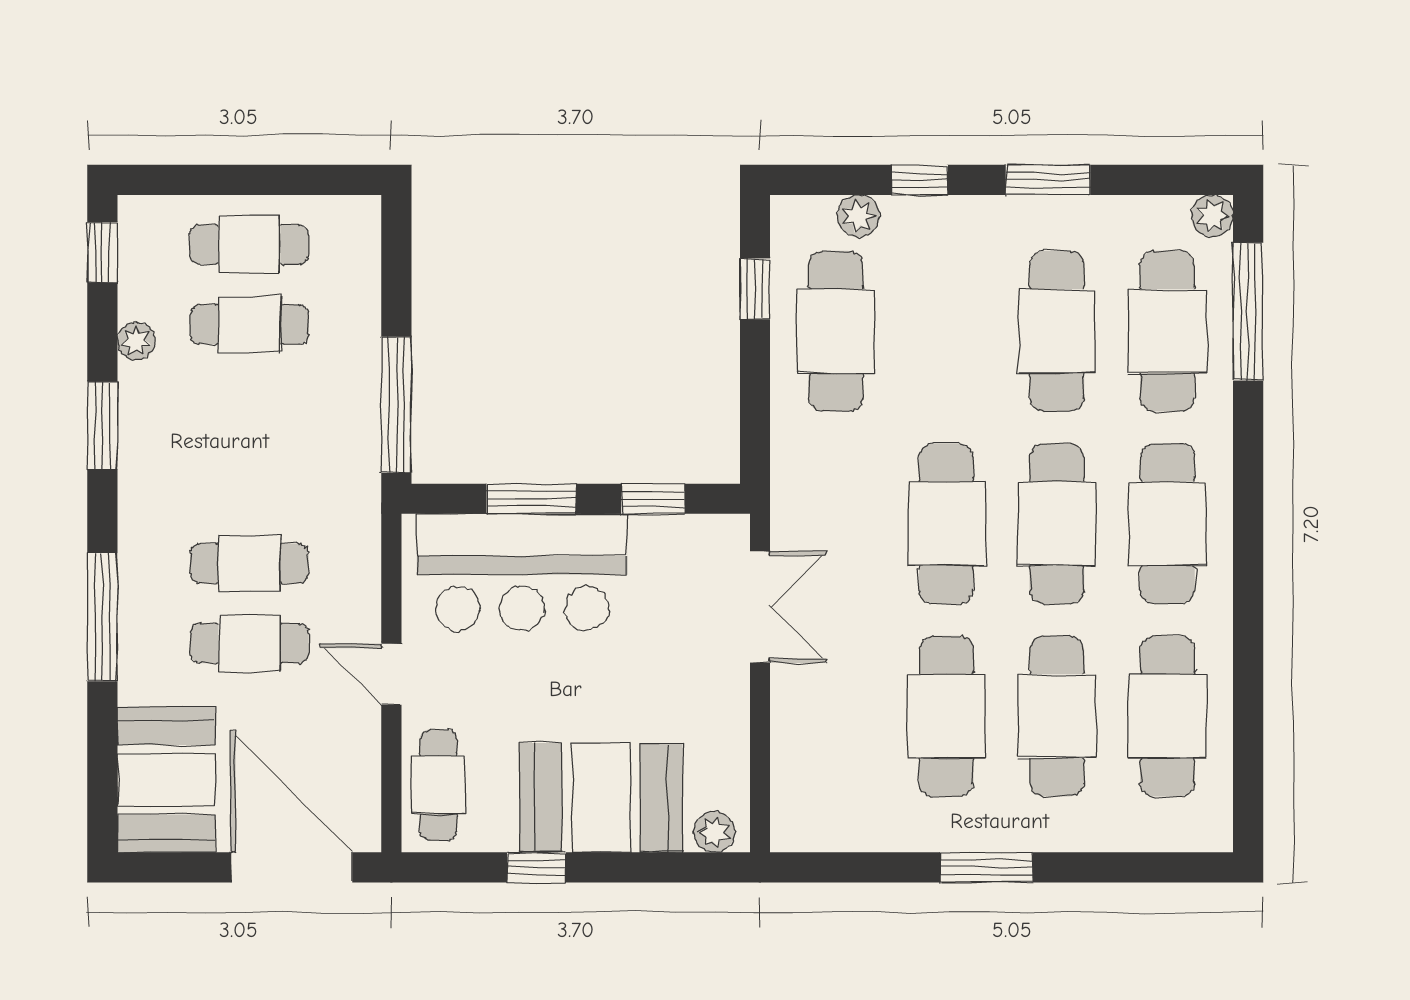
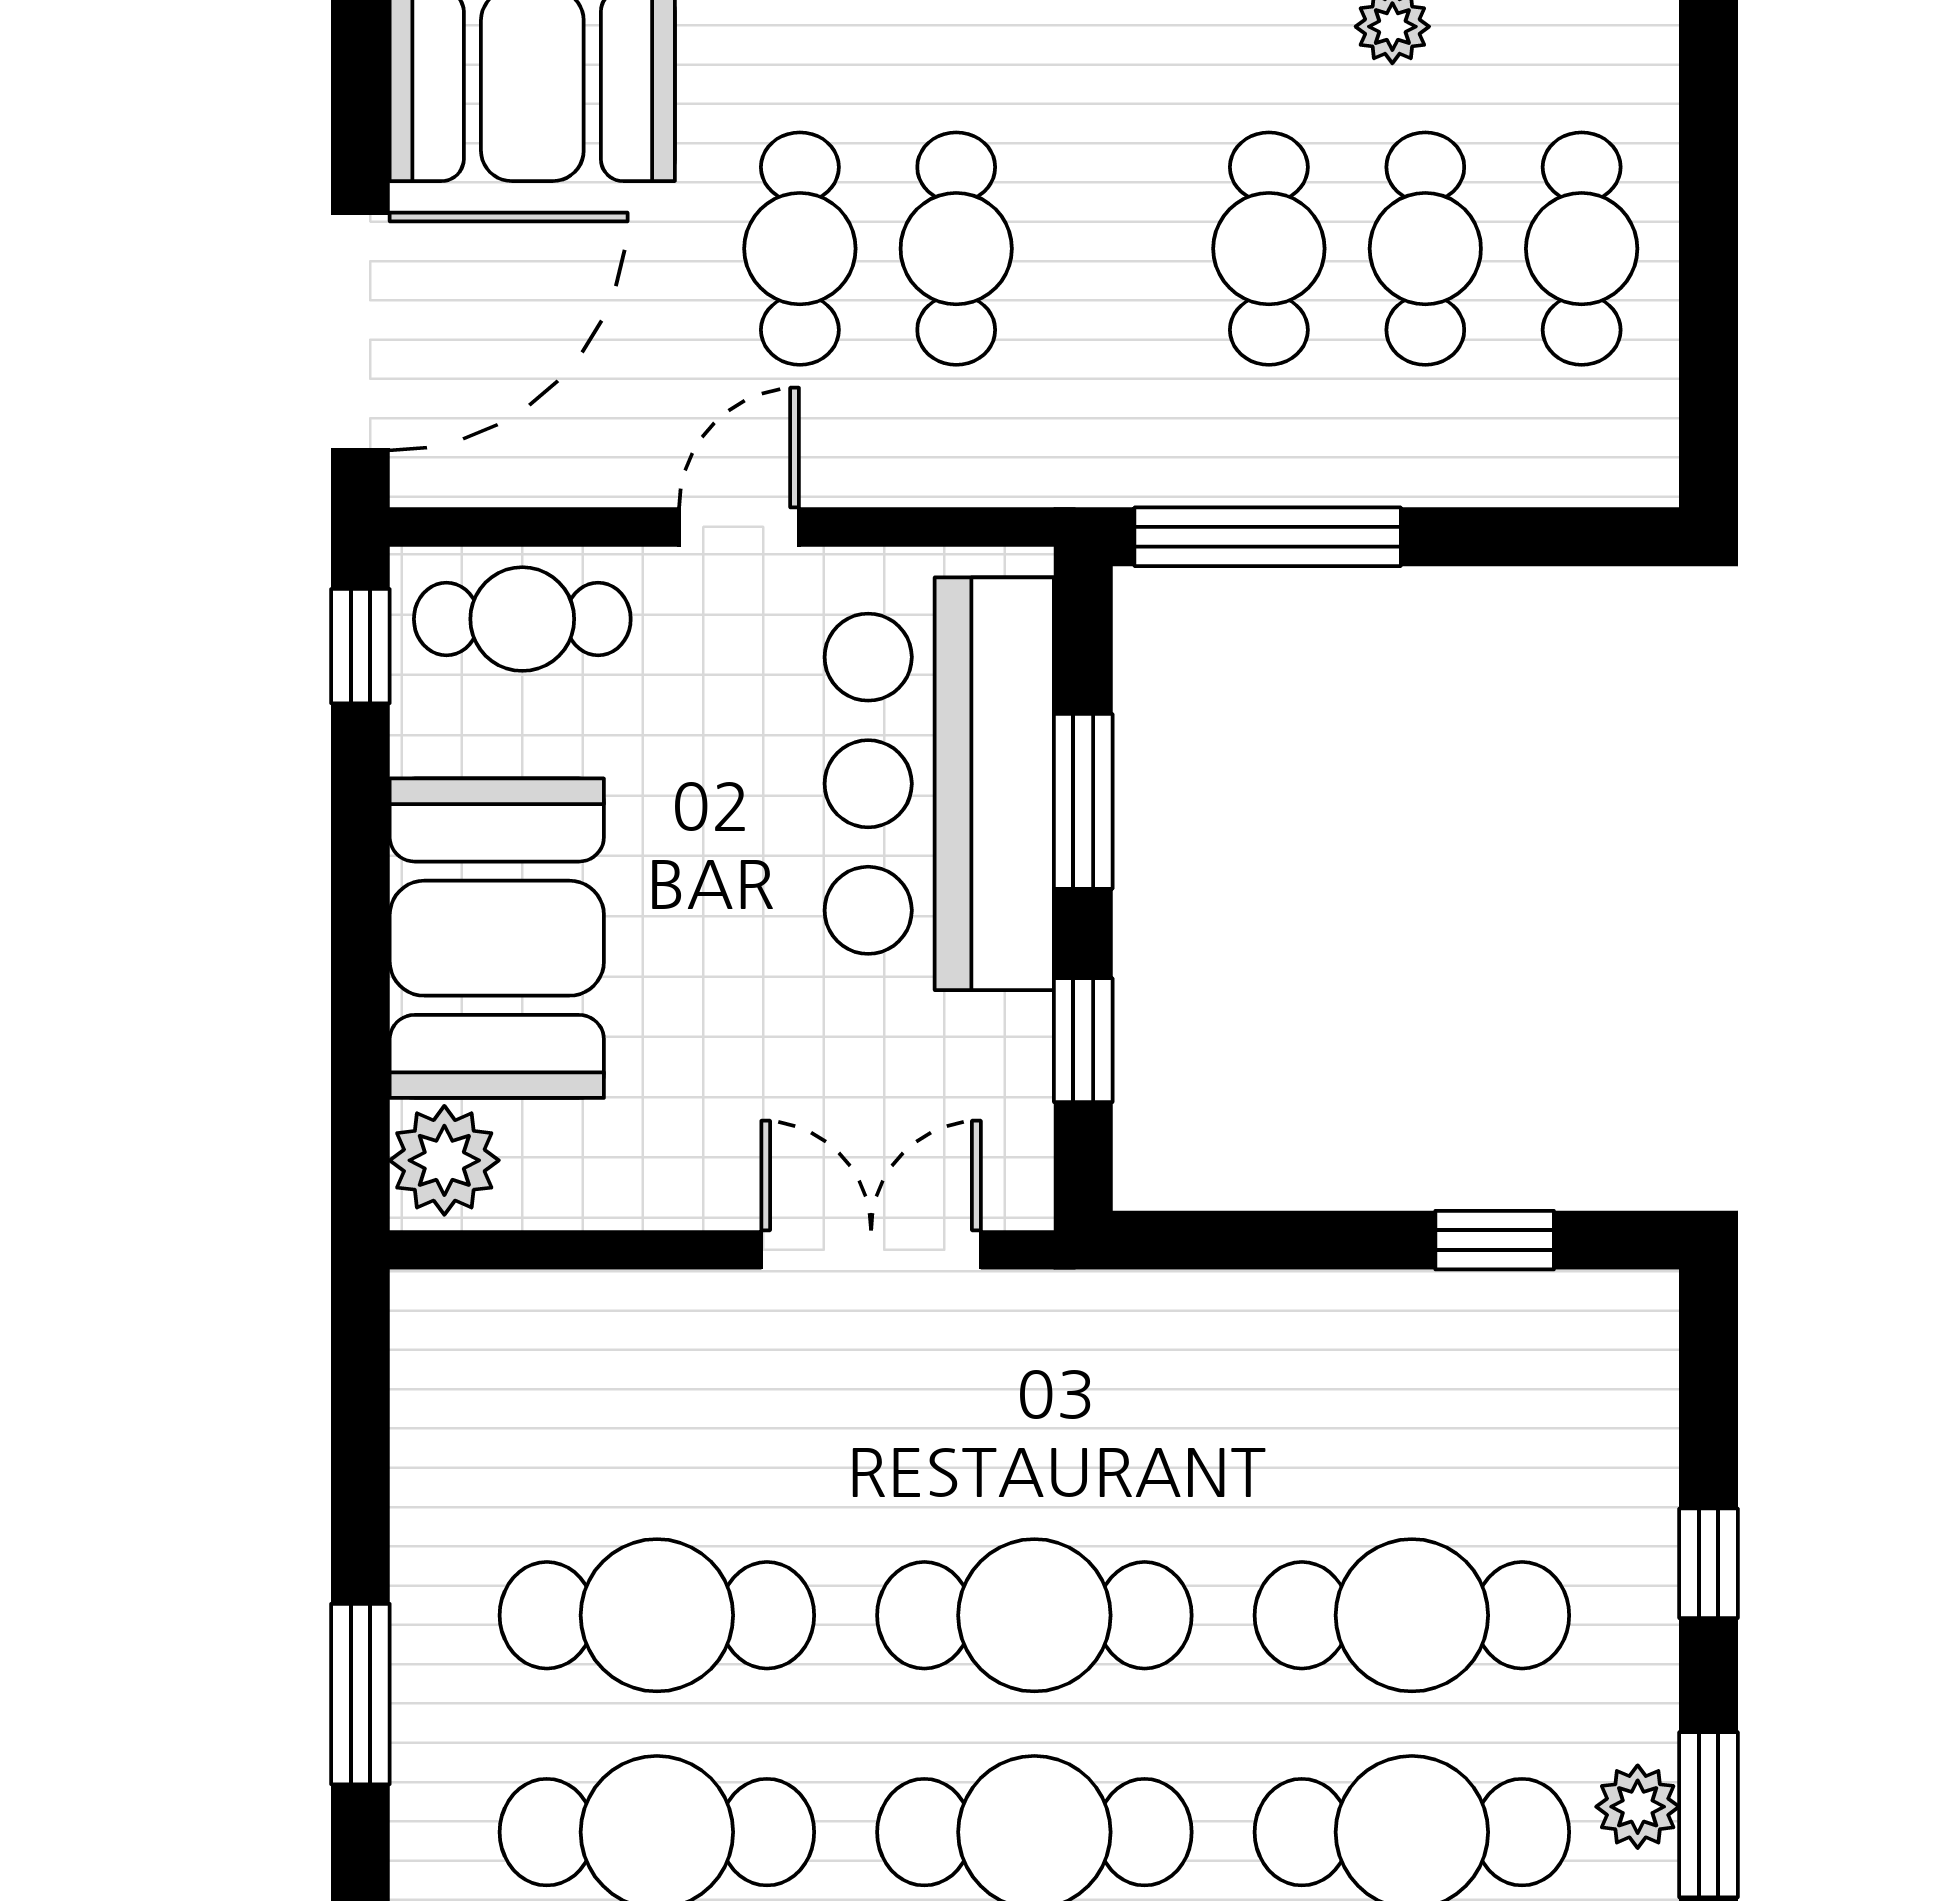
plant: (858, 216) -> (1638, 1807), moved
cafe table: (836, 331) -> (1412, 1615), moved
cafe table: (249, 404) -> (1269, 249), added
double door: (760, 607) -> (871, 1250), swing flipped
plant: (714, 832) -> (444, 1160), width x1.38, depth x1.38
window: (536, 867) -> (360, 646), moved

